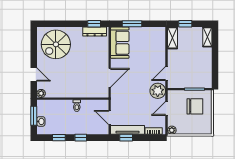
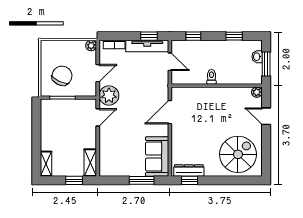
chair: (195, 106) -> (62, 76), turned 115
window: (81, 138) -> (193, 36), moved

